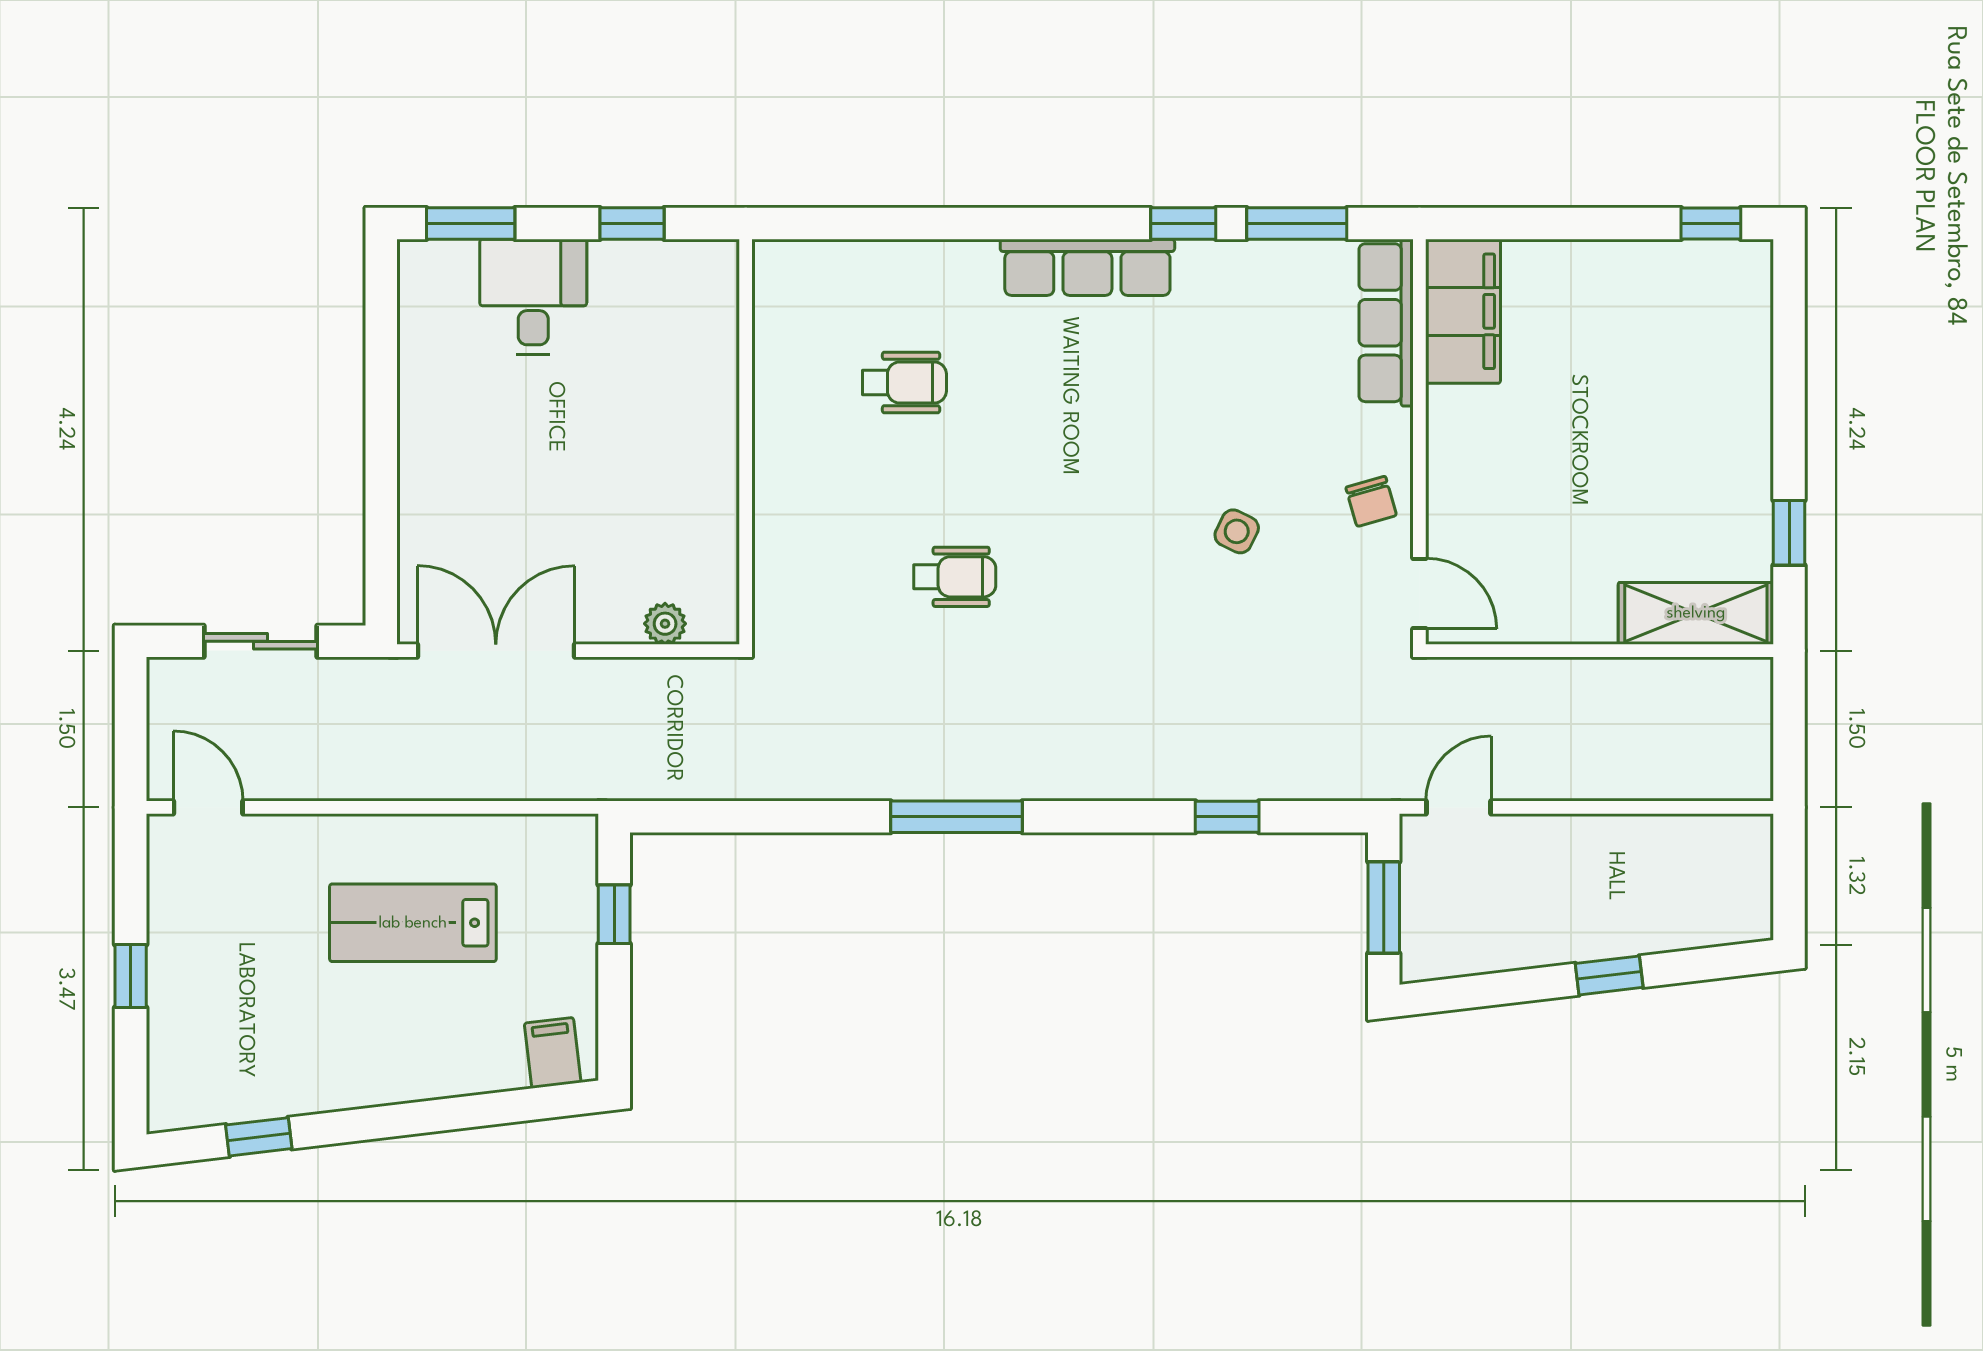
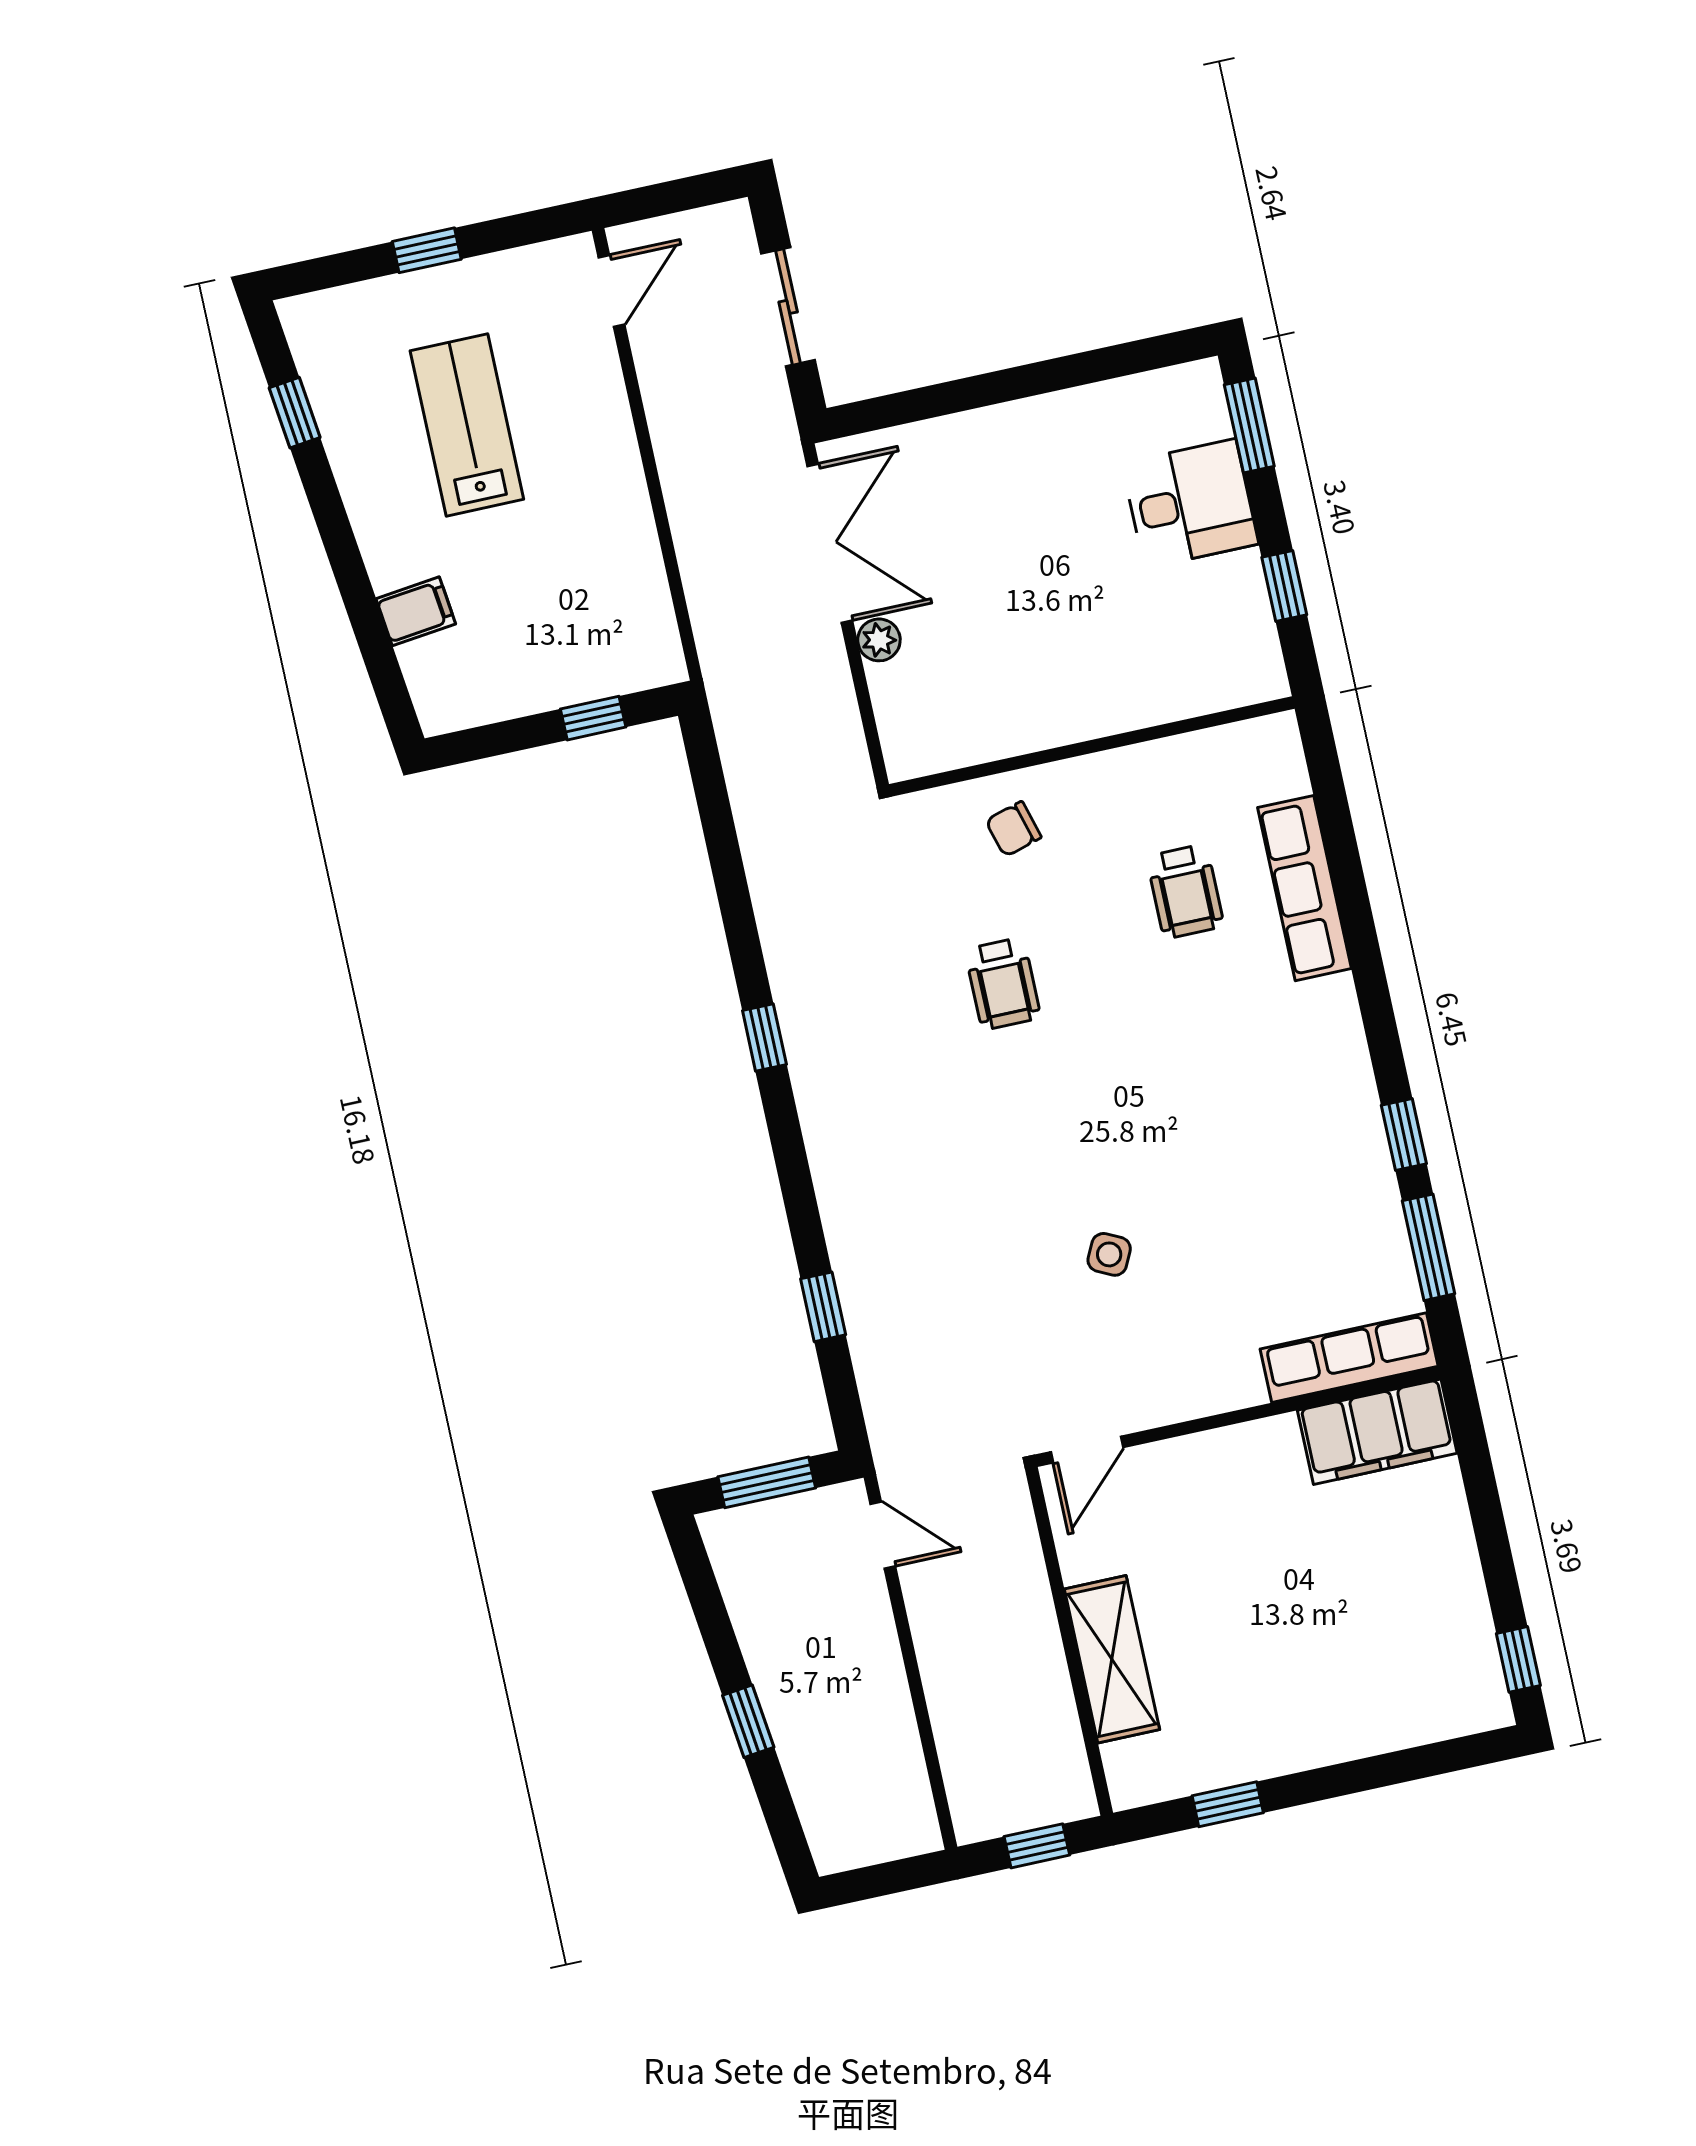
row of seats: (1087, 267) -> (1304, 888), moved
chair: (1371, 501) -> (1013, 829), moved
shelving: (1696, 613) -> (1112, 1659), moved
plant: (665, 624) -> (879, 640), moved
window: (1789, 724) -> (1037, 1846), added
window: (956, 817) -> (764, 1037), width x0.46
lab bench: (413, 923) -> (467, 425), moved
filing cabinet: (553, 1053) -> (416, 611), moved

